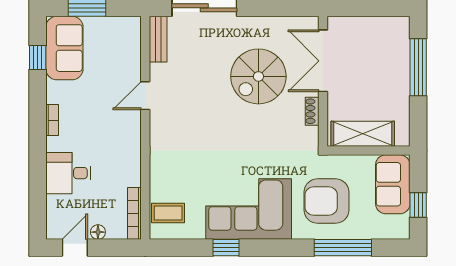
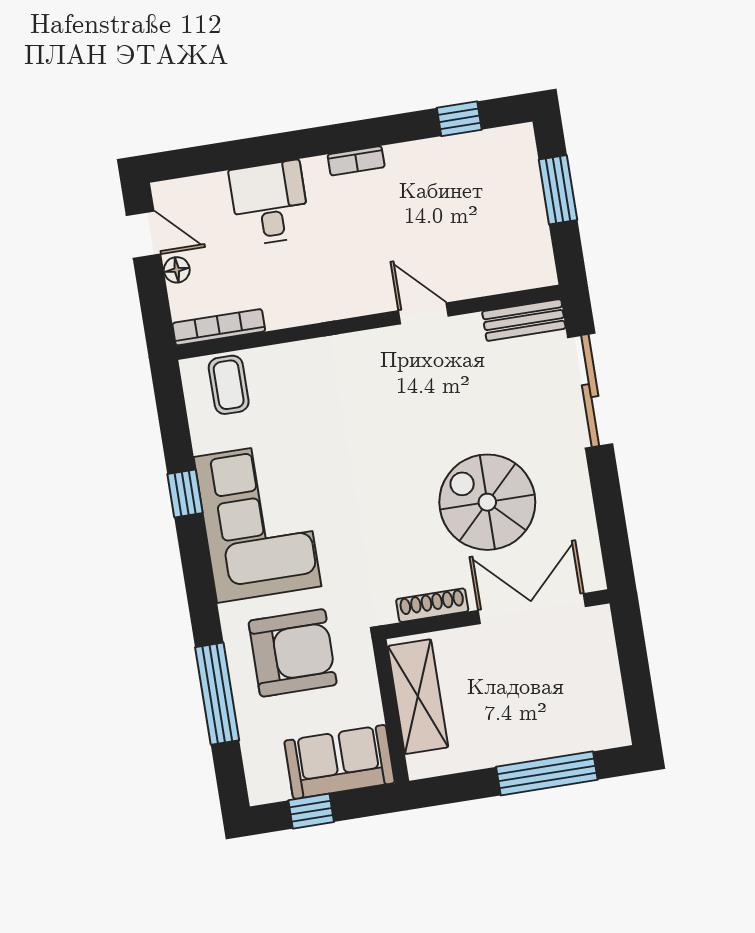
sofa: (64, 48) -> (483, 162), removed
shoe rack: (312, 111) -> (432, 605), width x1.43
armchair: (326, 201) -> (293, 653), turned 90

